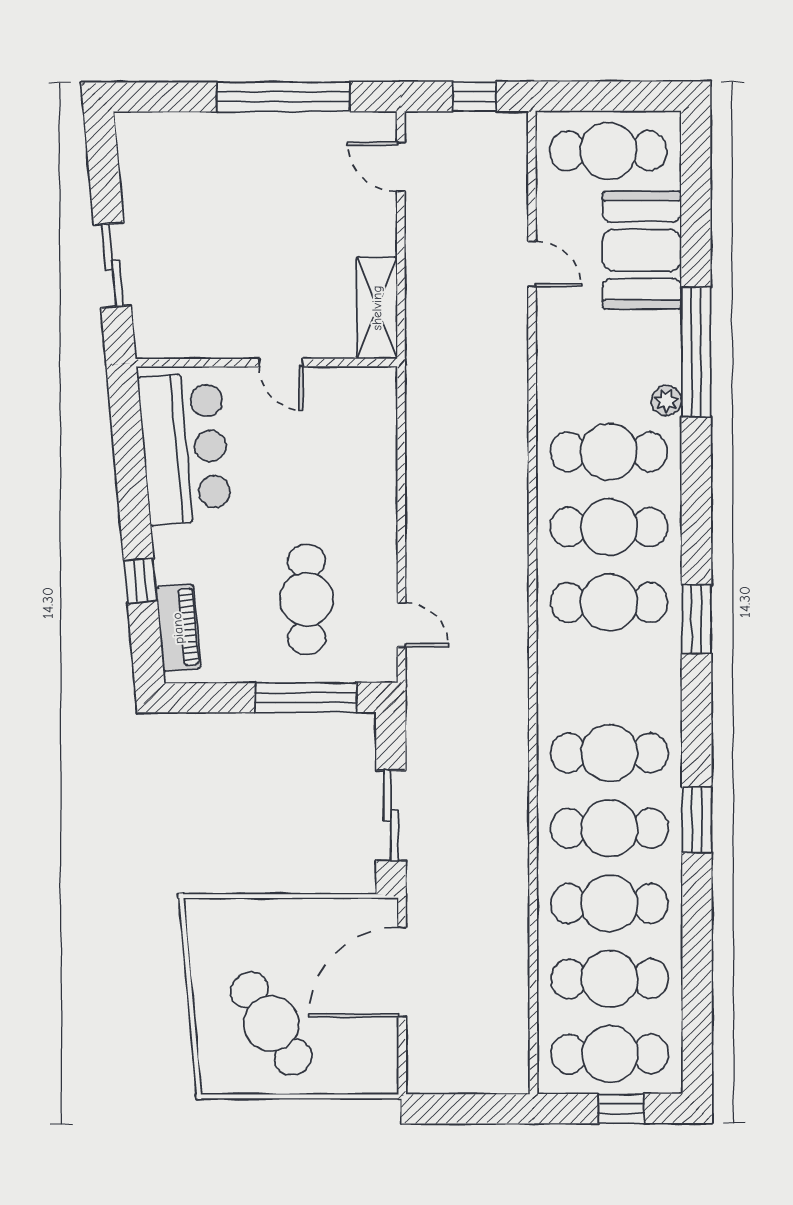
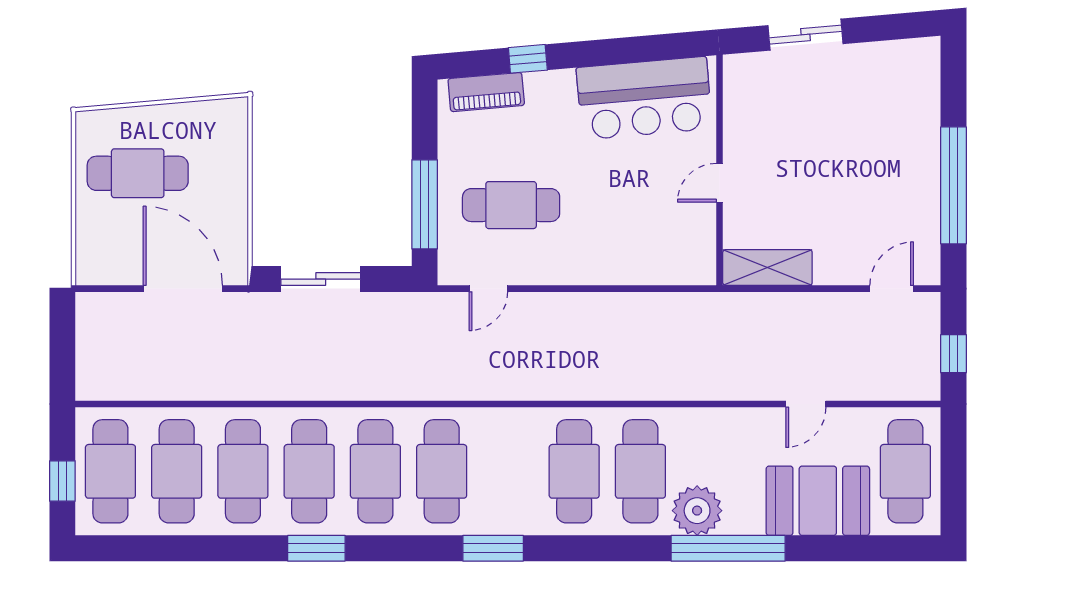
plant: (666, 401) -> (697, 511), width x1.87, depth x1.87
cafe table: (609, 602) -> (442, 471), moved
cafe table: (271, 1024) -> (138, 173), turned 33

